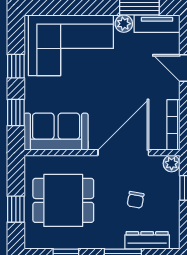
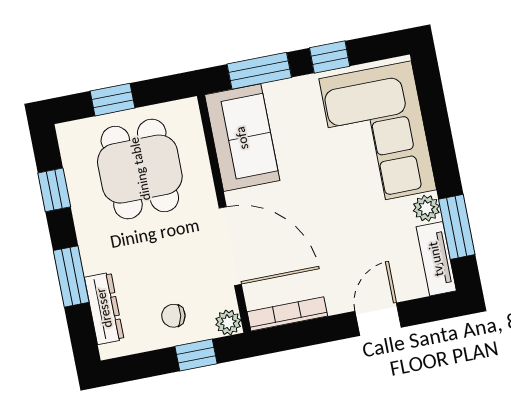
window: (16, 113) -> (259, 71), width x1.50
chair: (136, 200) -> (173, 316), moved

